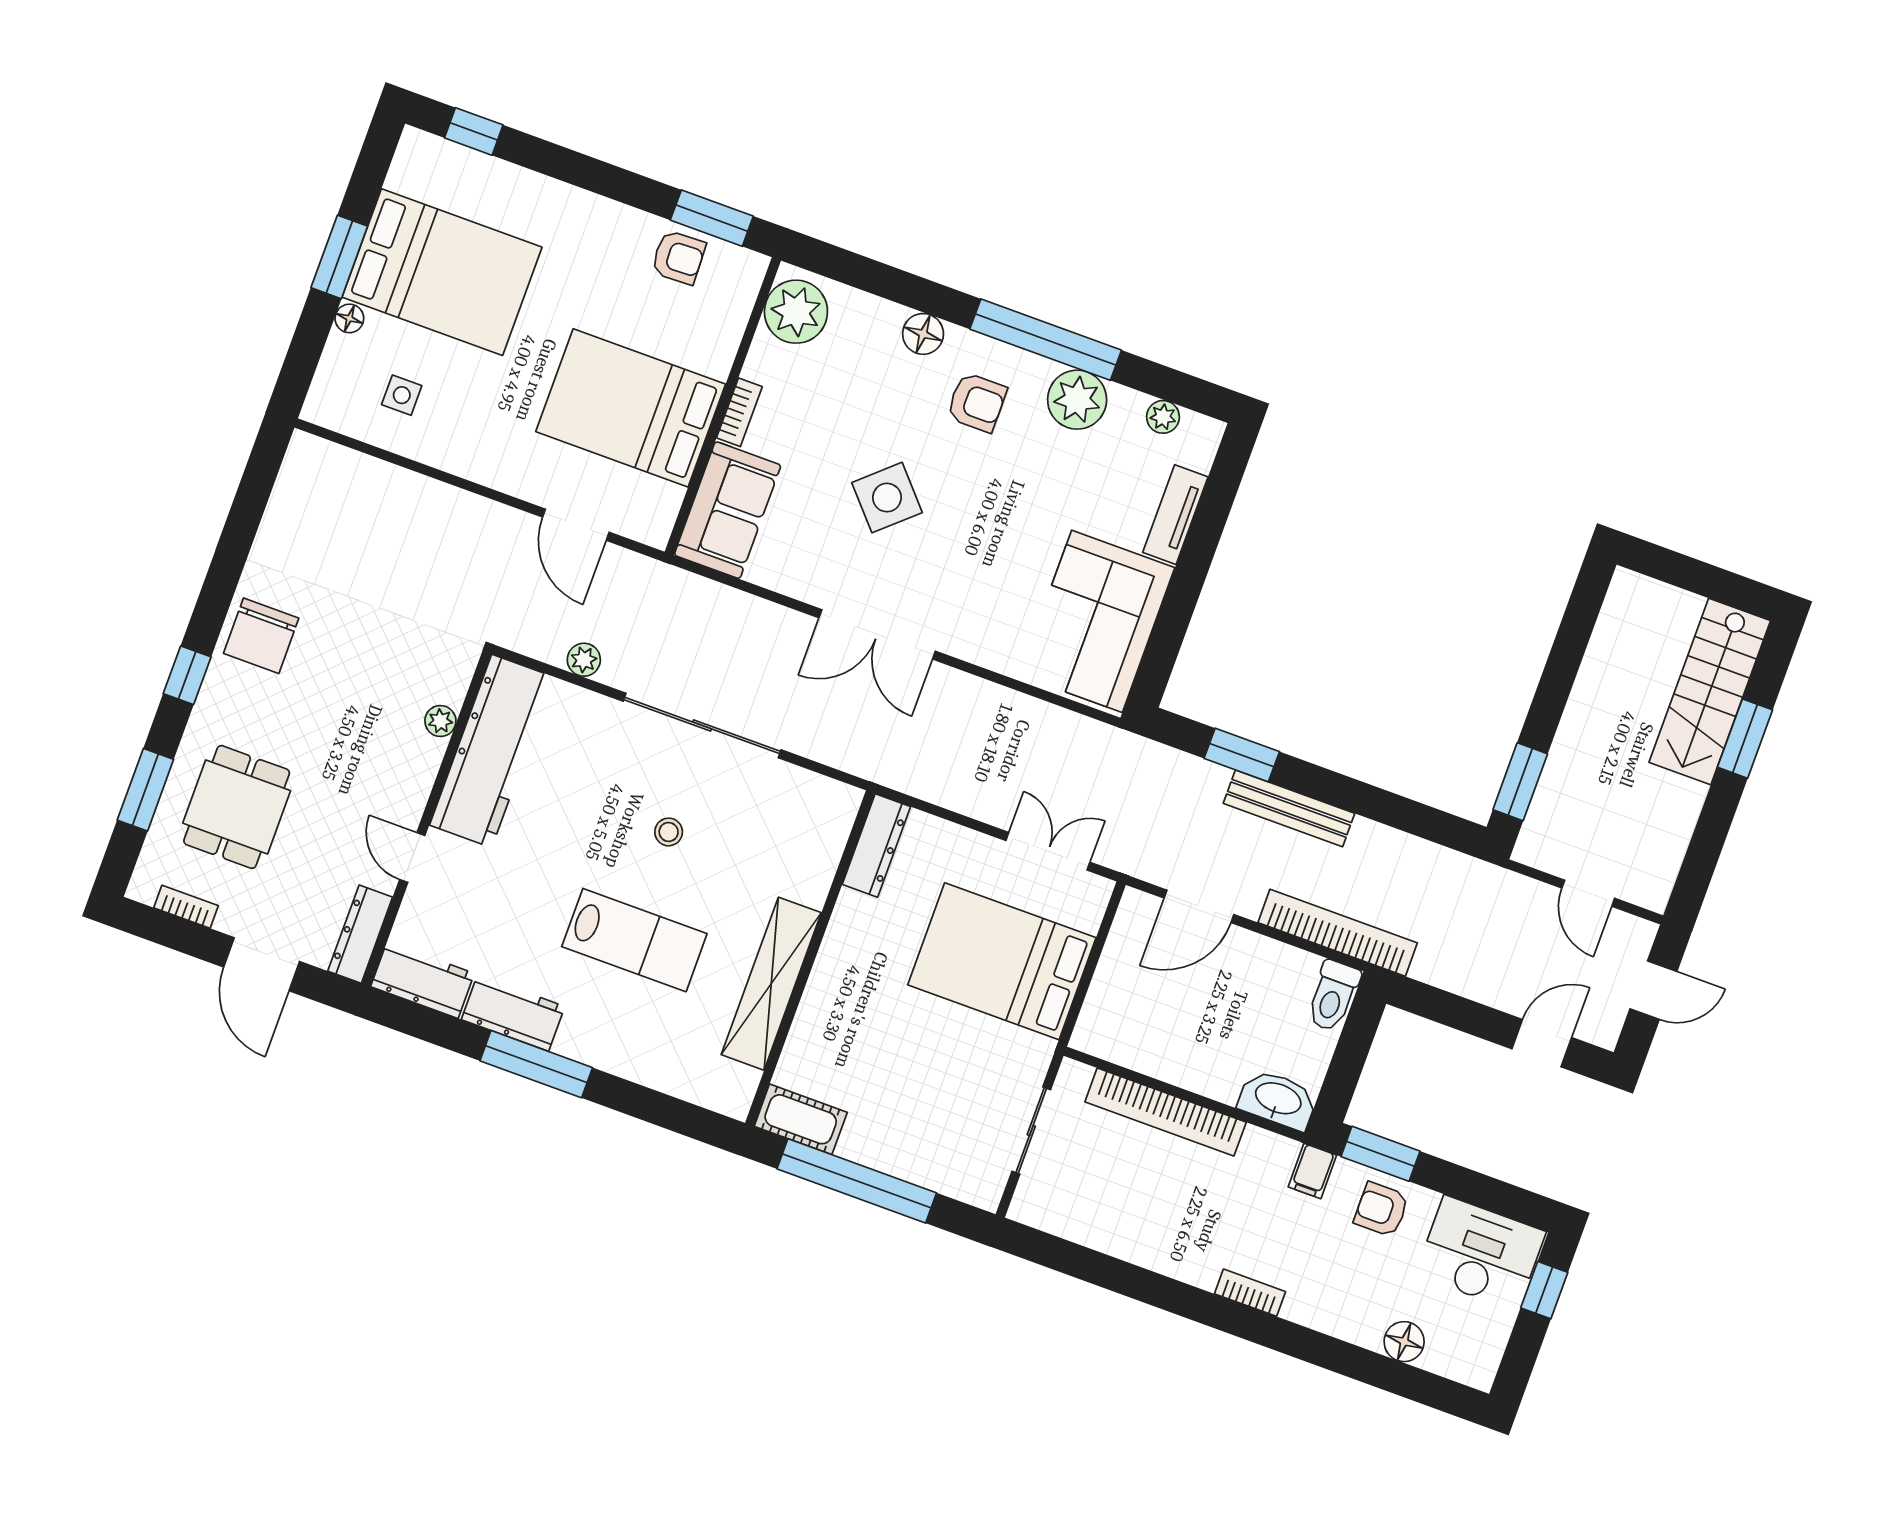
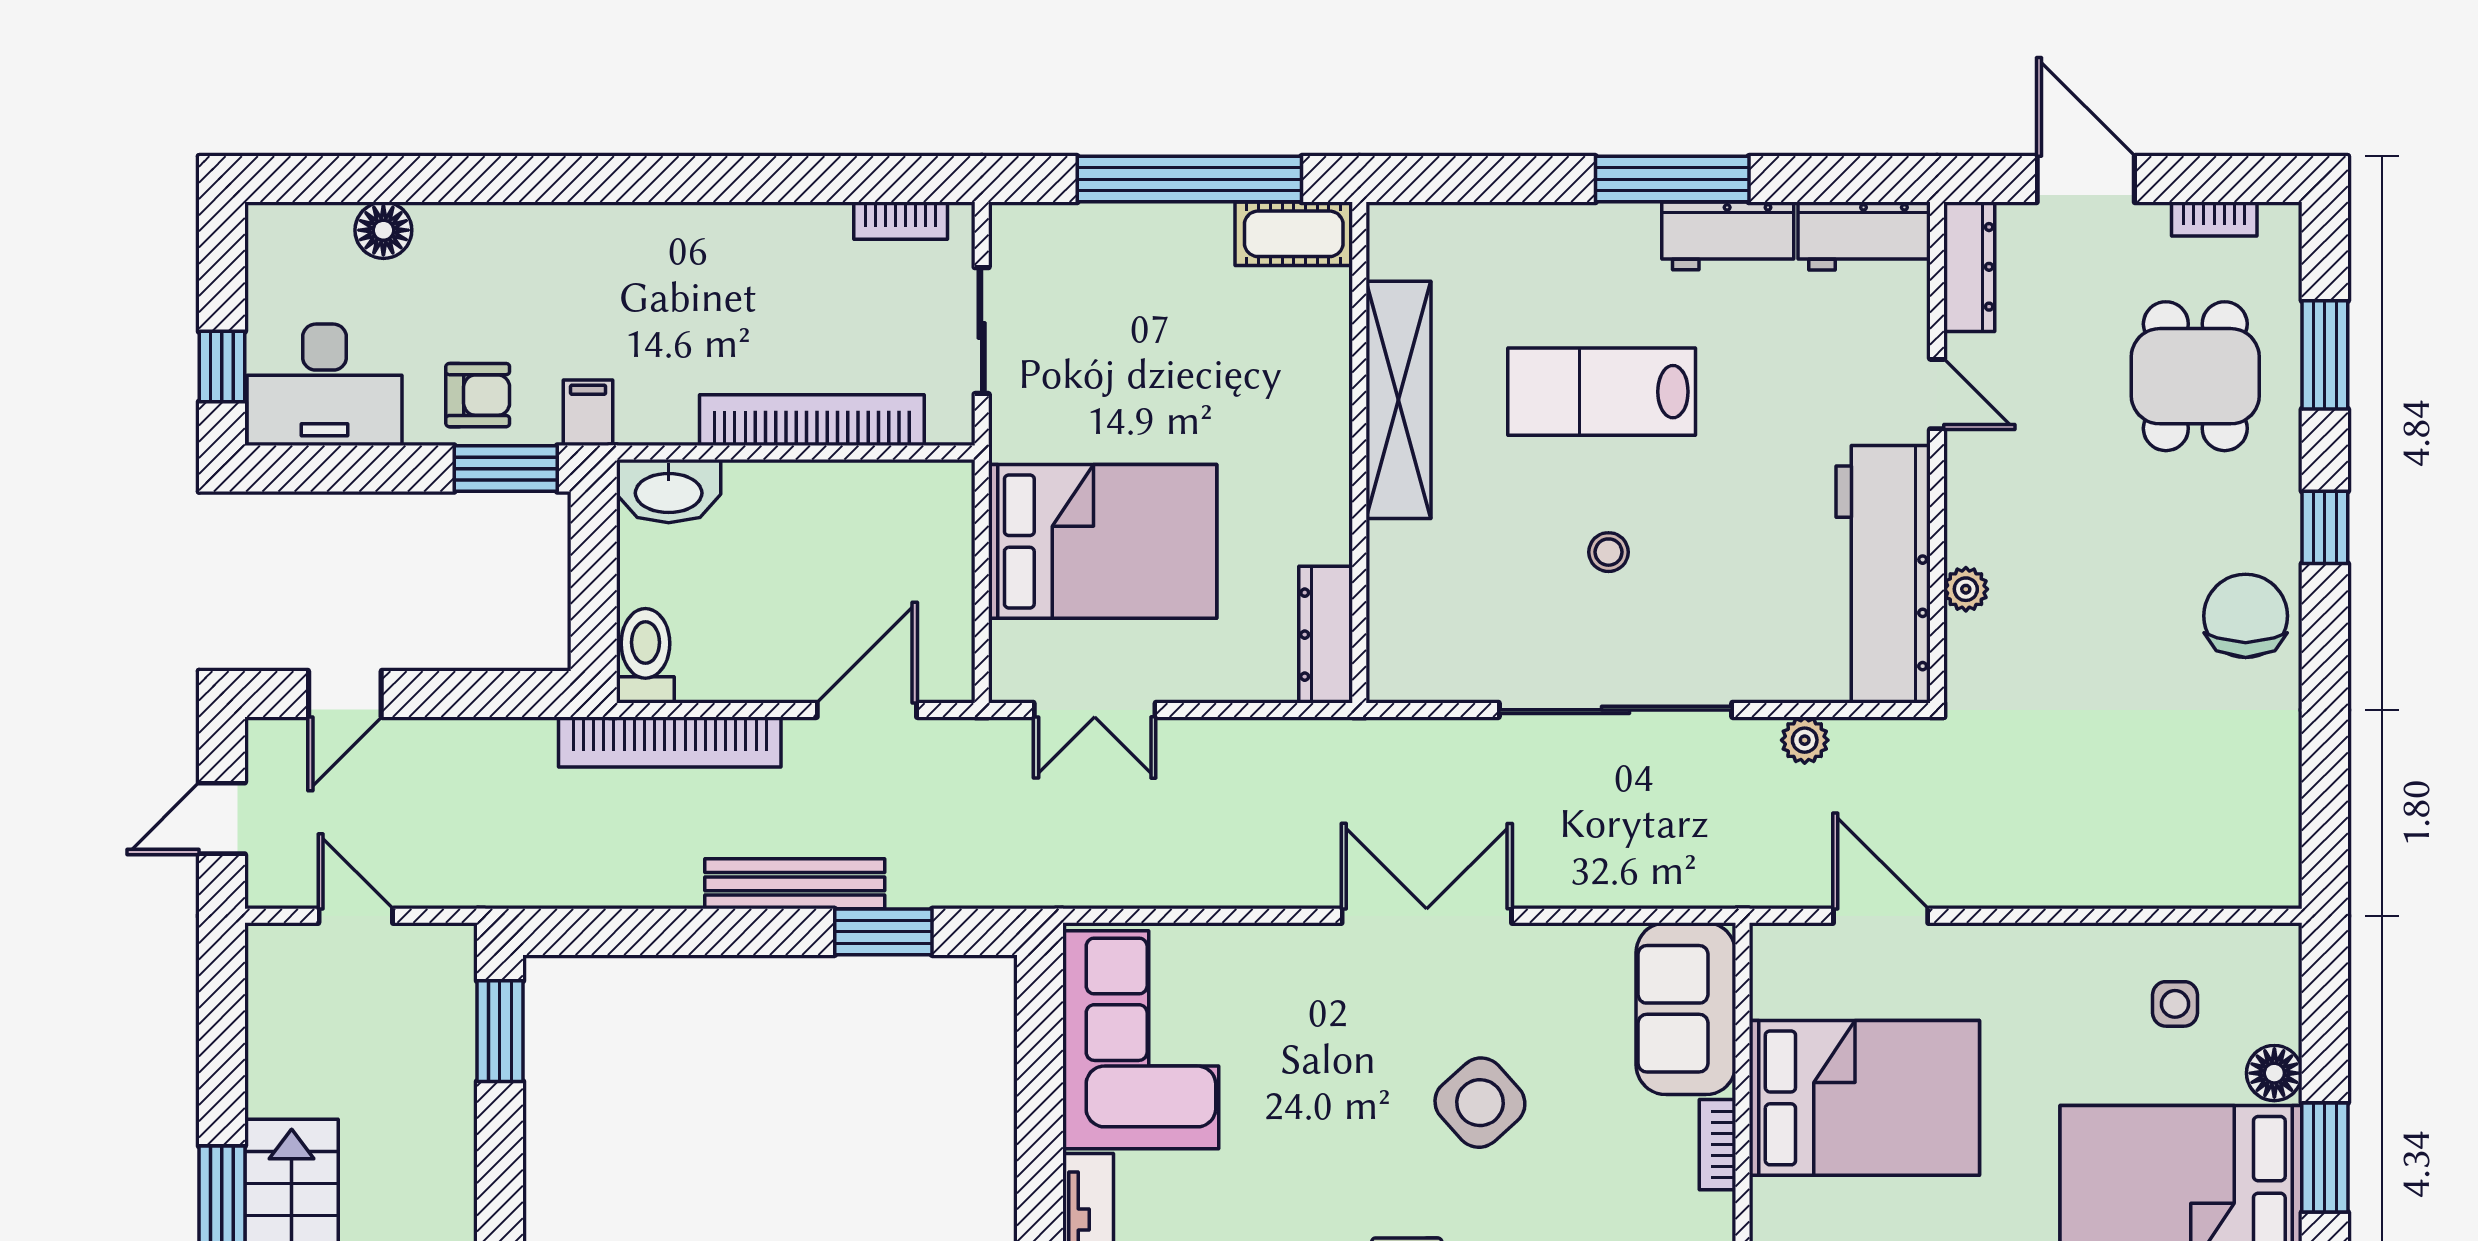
floor lamp: (349, 318) -> (2274, 1073), width x1.37, depth x1.37
bookcase: (1250, 1293) -> (901, 221), moved

